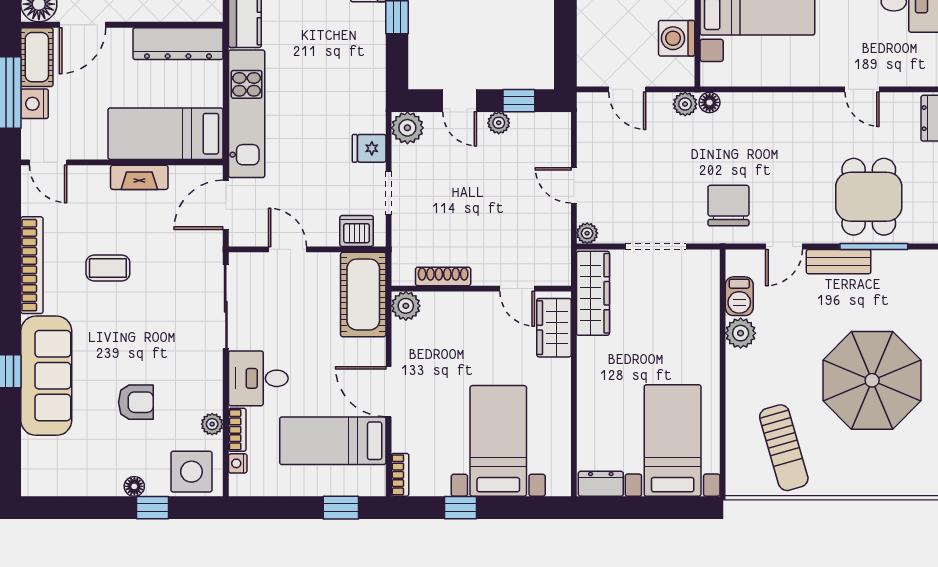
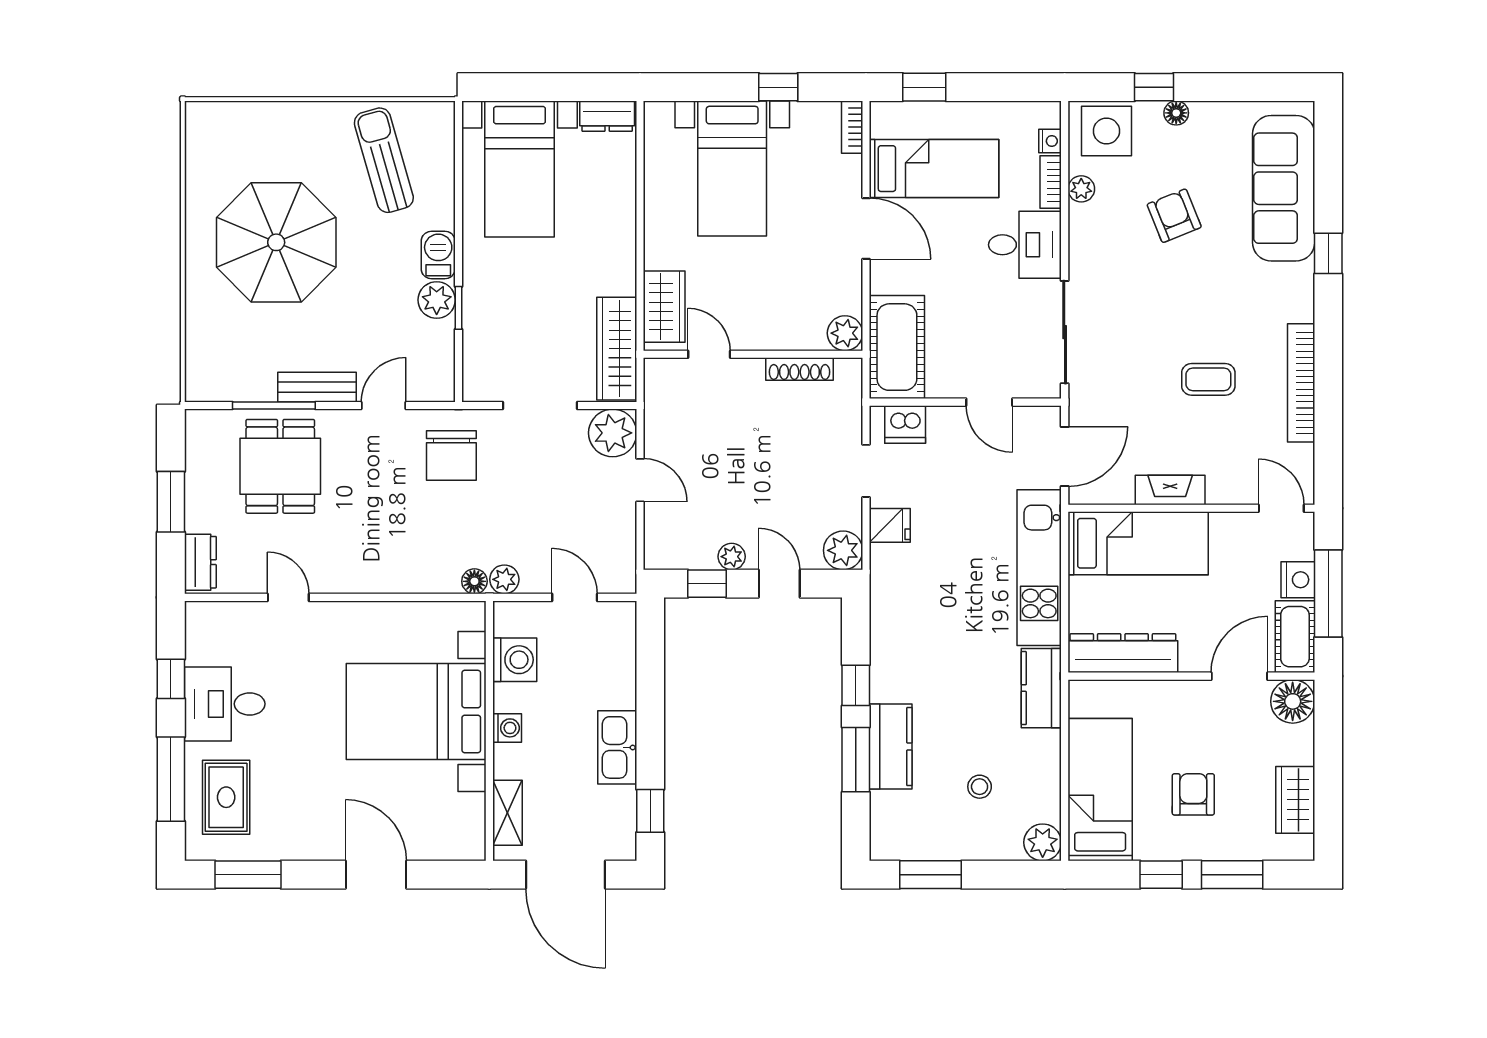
plant: (587, 233) -> (613, 433), width x1.88, depth x1.88
barbecue: (739, 296) -> (438, 255), moved
window: (723, 327) -> (459, 308), added
sofa: (46, 376) -> (1284, 188), moved
armchair: (136, 402) -> (1174, 216), turned 68

